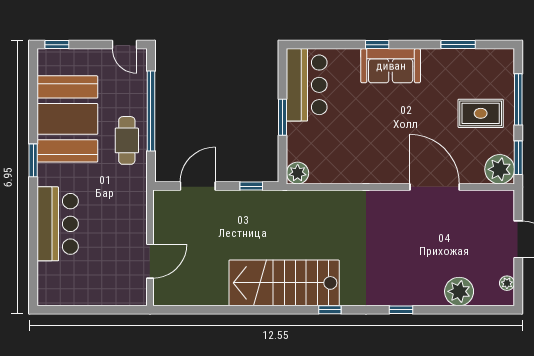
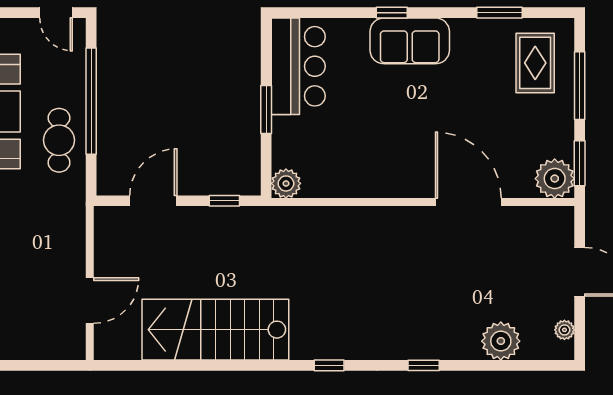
rug: (481, 113) -> (535, 63), moved, turned 90
stairs: (284, 283) -> (215, 330), moved

